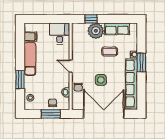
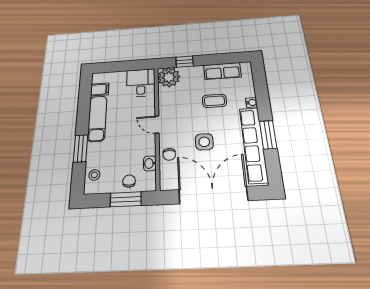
plant: (96, 31) -> (169, 77), moved
window: (141, 62) -> (268, 135), moved

